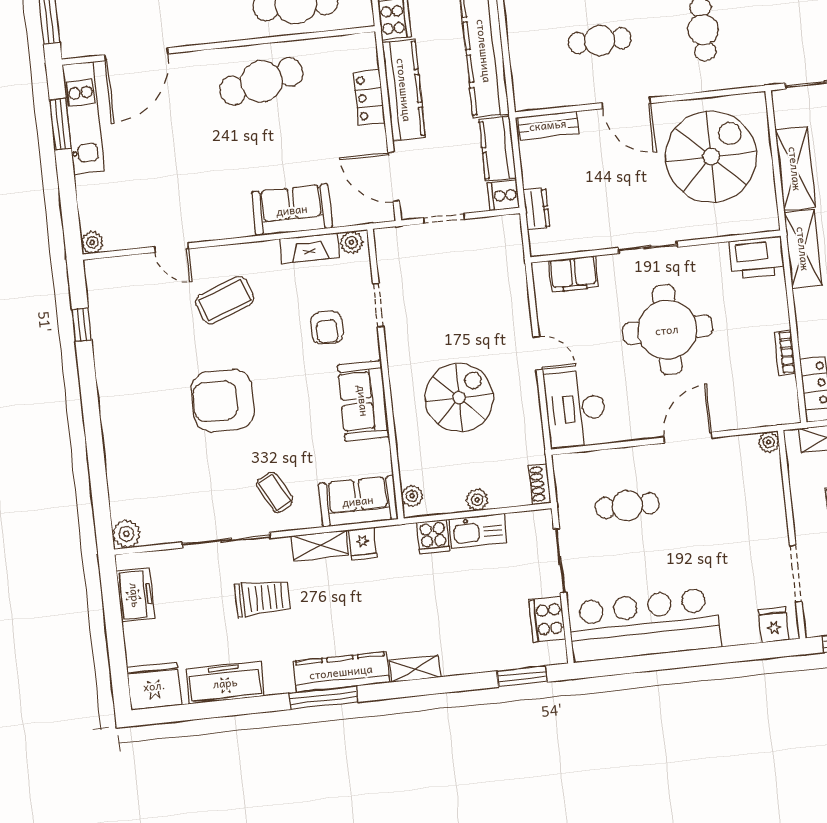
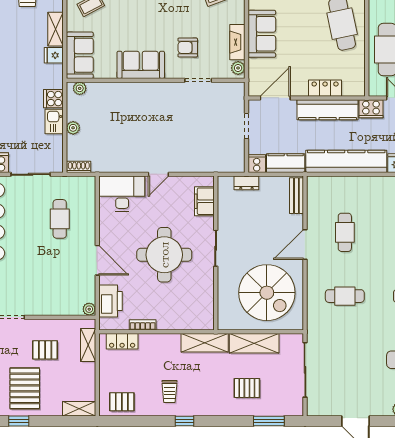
printer: (757, 257) -> (110, 301), moved, turned 180
spiral stairs: (459, 398) -> (136, 123), removed
kitchen sink: (478, 531) -> (54, 121), width x0.73

